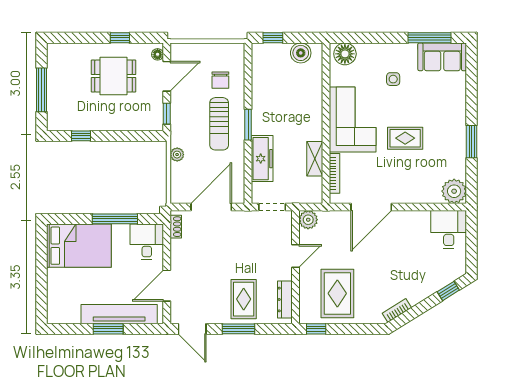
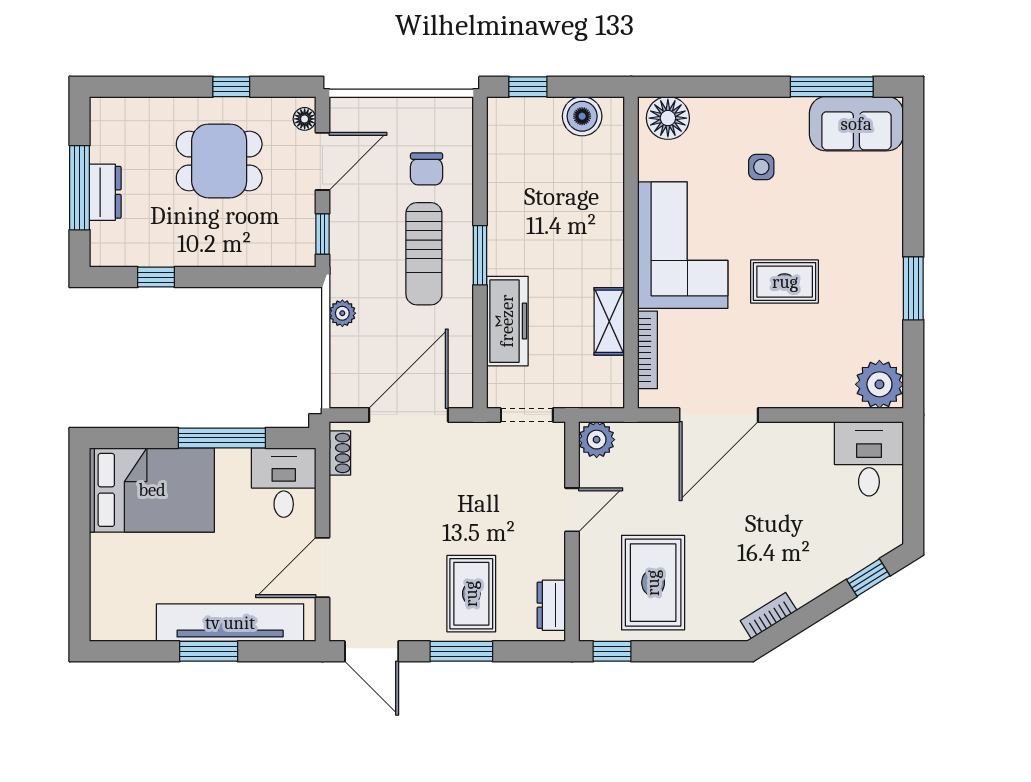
dresser: (55, 92) -> (105, 192), added
dresser: (285, 299) -> (551, 605), width x0.70

